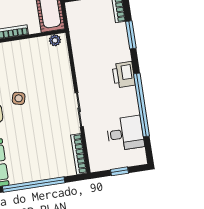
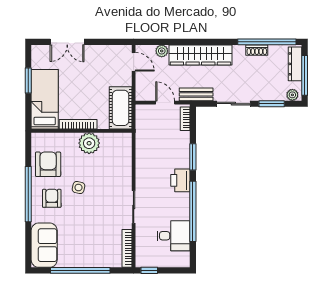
window: (131, 35) -> (193, 157), moved
plant: (55, 40) -> (89, 143), moved, width x1.88, depth x1.88
window: (120, 171) -> (149, 270), moved

